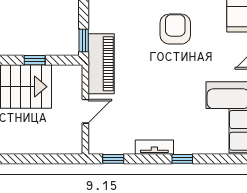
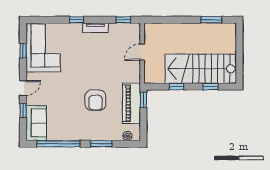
armchair: (175, 29) -> (95, 100), moved
piano: (101, 64) -> (131, 103), moved

